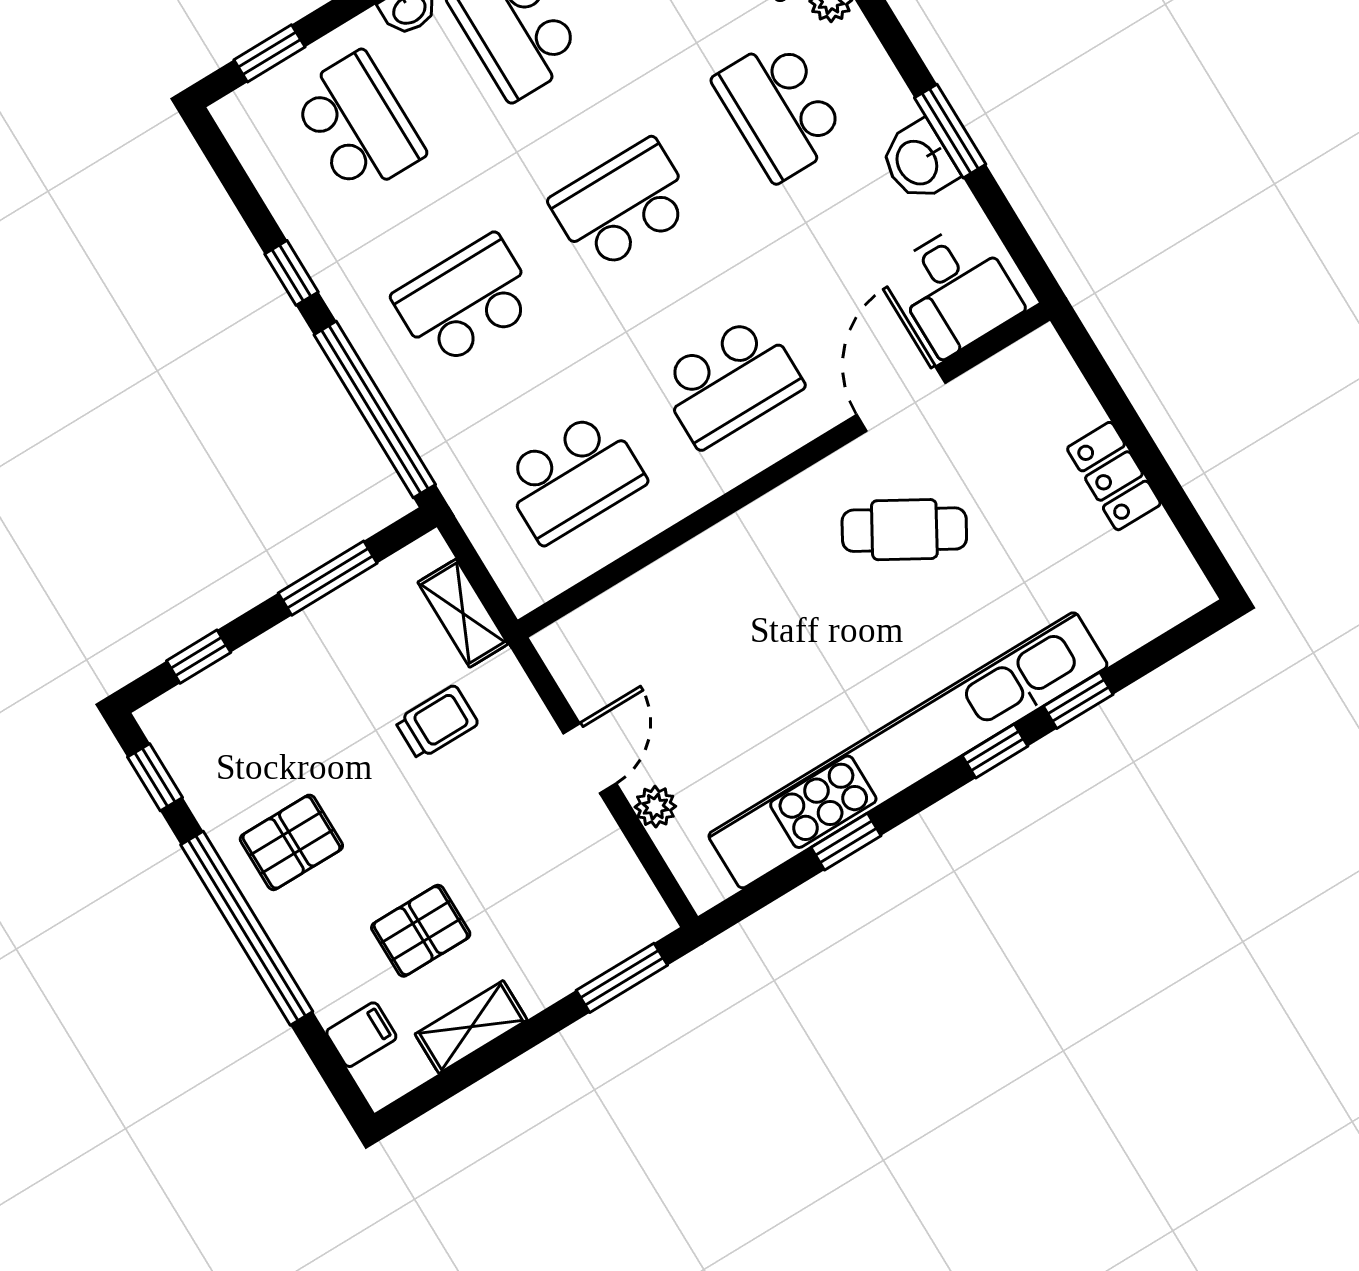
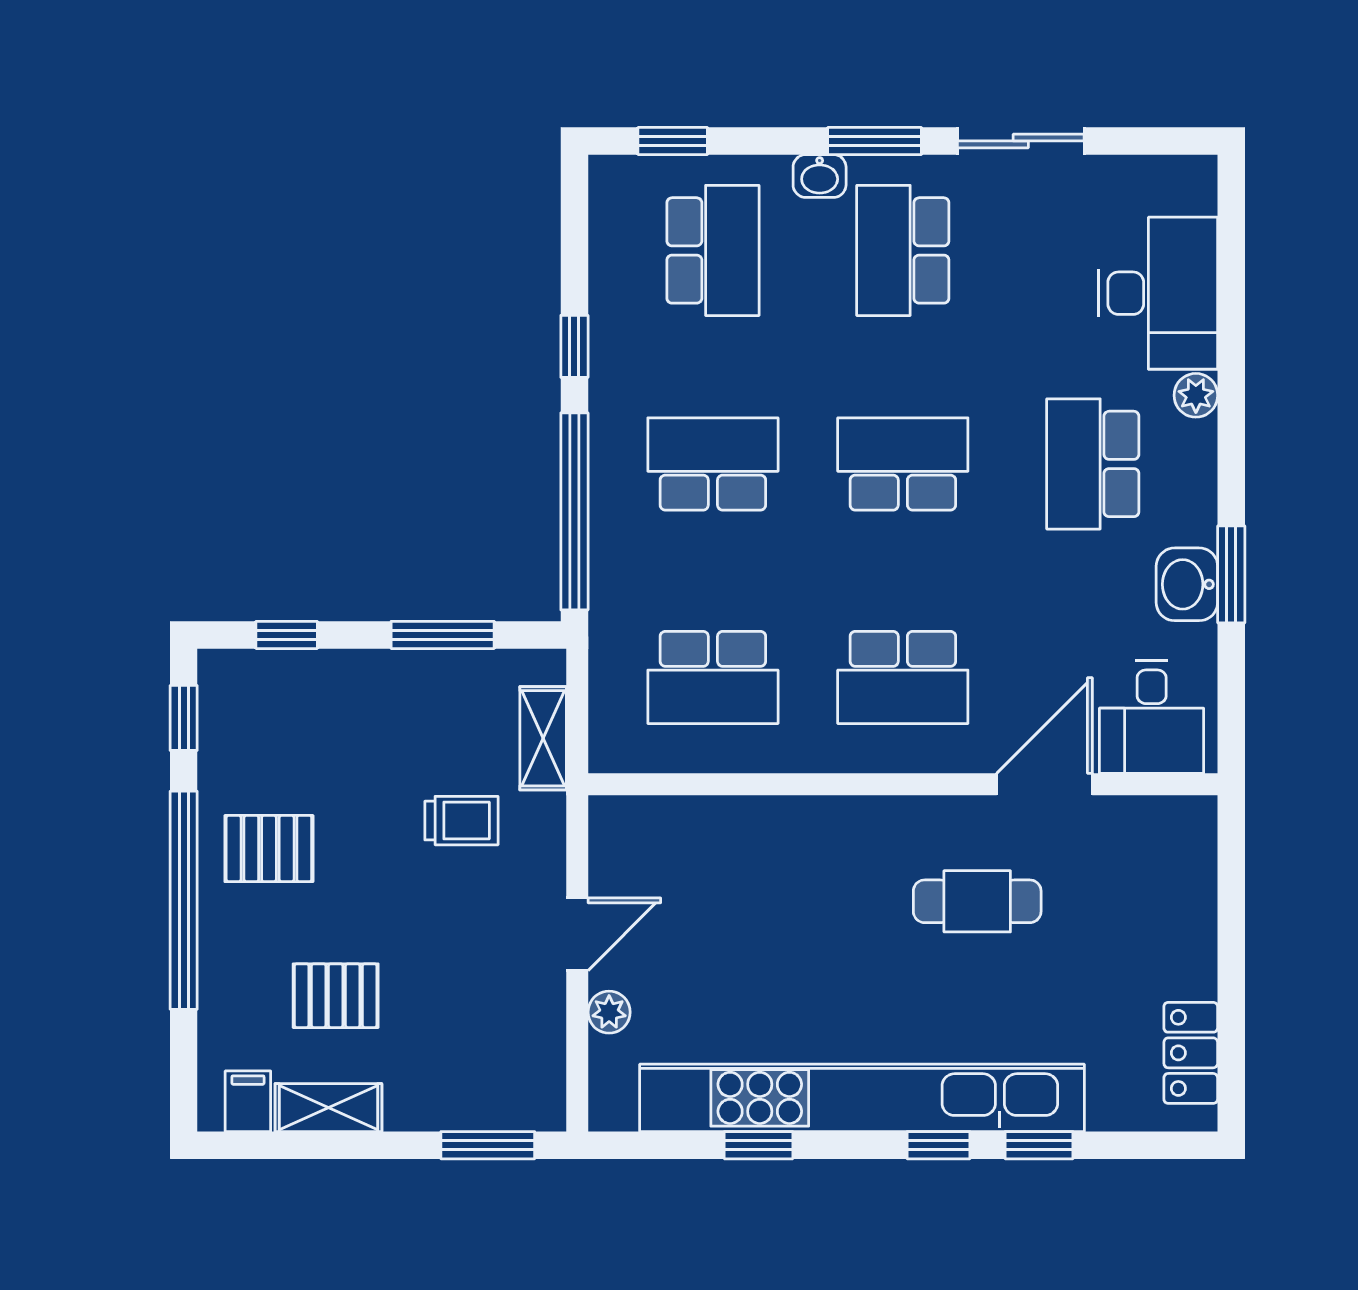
locker: (1114, 476) -> (1191, 1053), moved
cafe table: (904, 530) -> (977, 901), turned -30
filing cabinet: (361, 1035) -> (248, 1101), moved, turned -90

